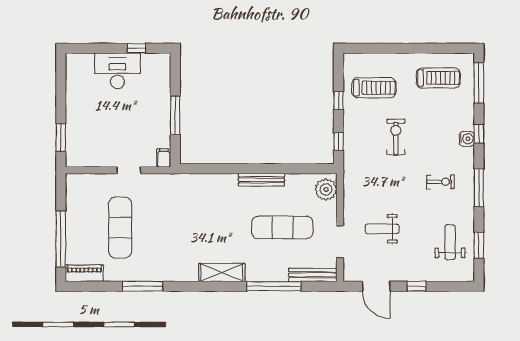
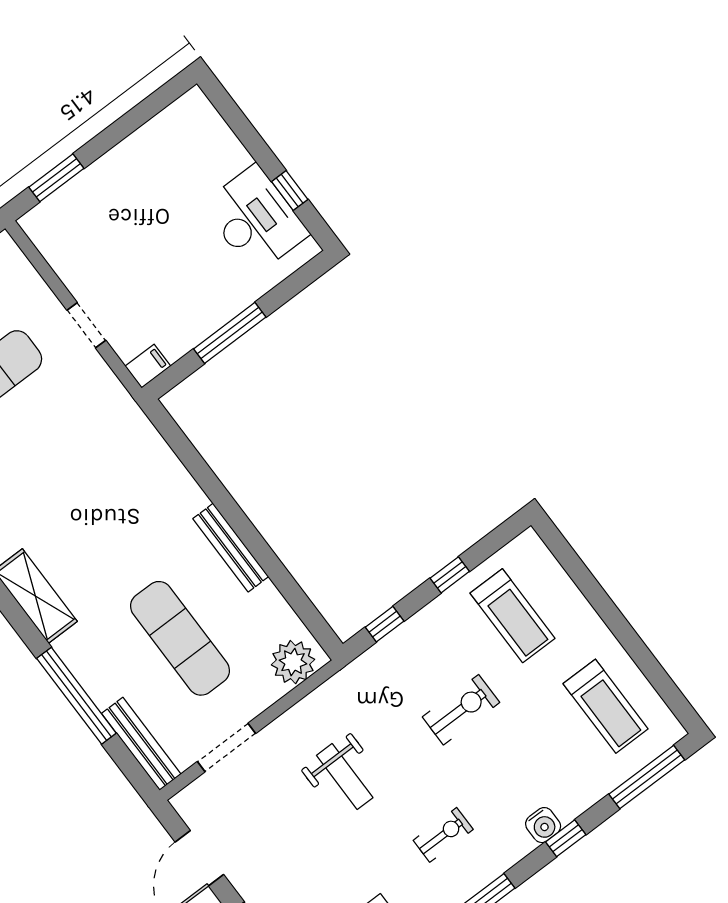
desk: (117, 71) -> (255, 219), moved
exercise bike: (440, 182) -> (443, 835), turned -90
weight bench: (382, 229) -> (345, 777), moved, turned 180

